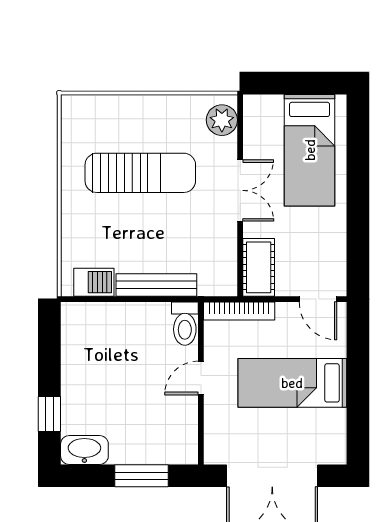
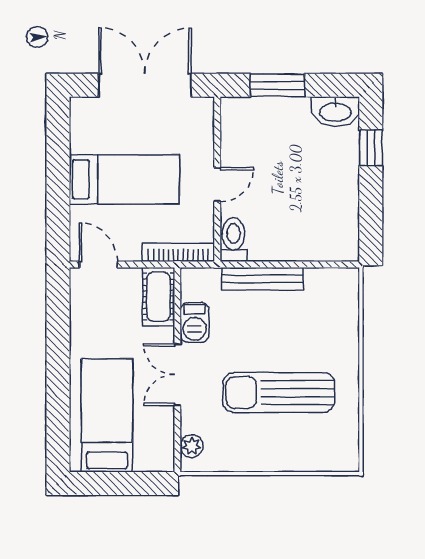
plant: (222, 120) -> (192, 446), width x0.73, depth x0.73
barbecue: (94, 282) -> (195, 322), moved, turned -90

